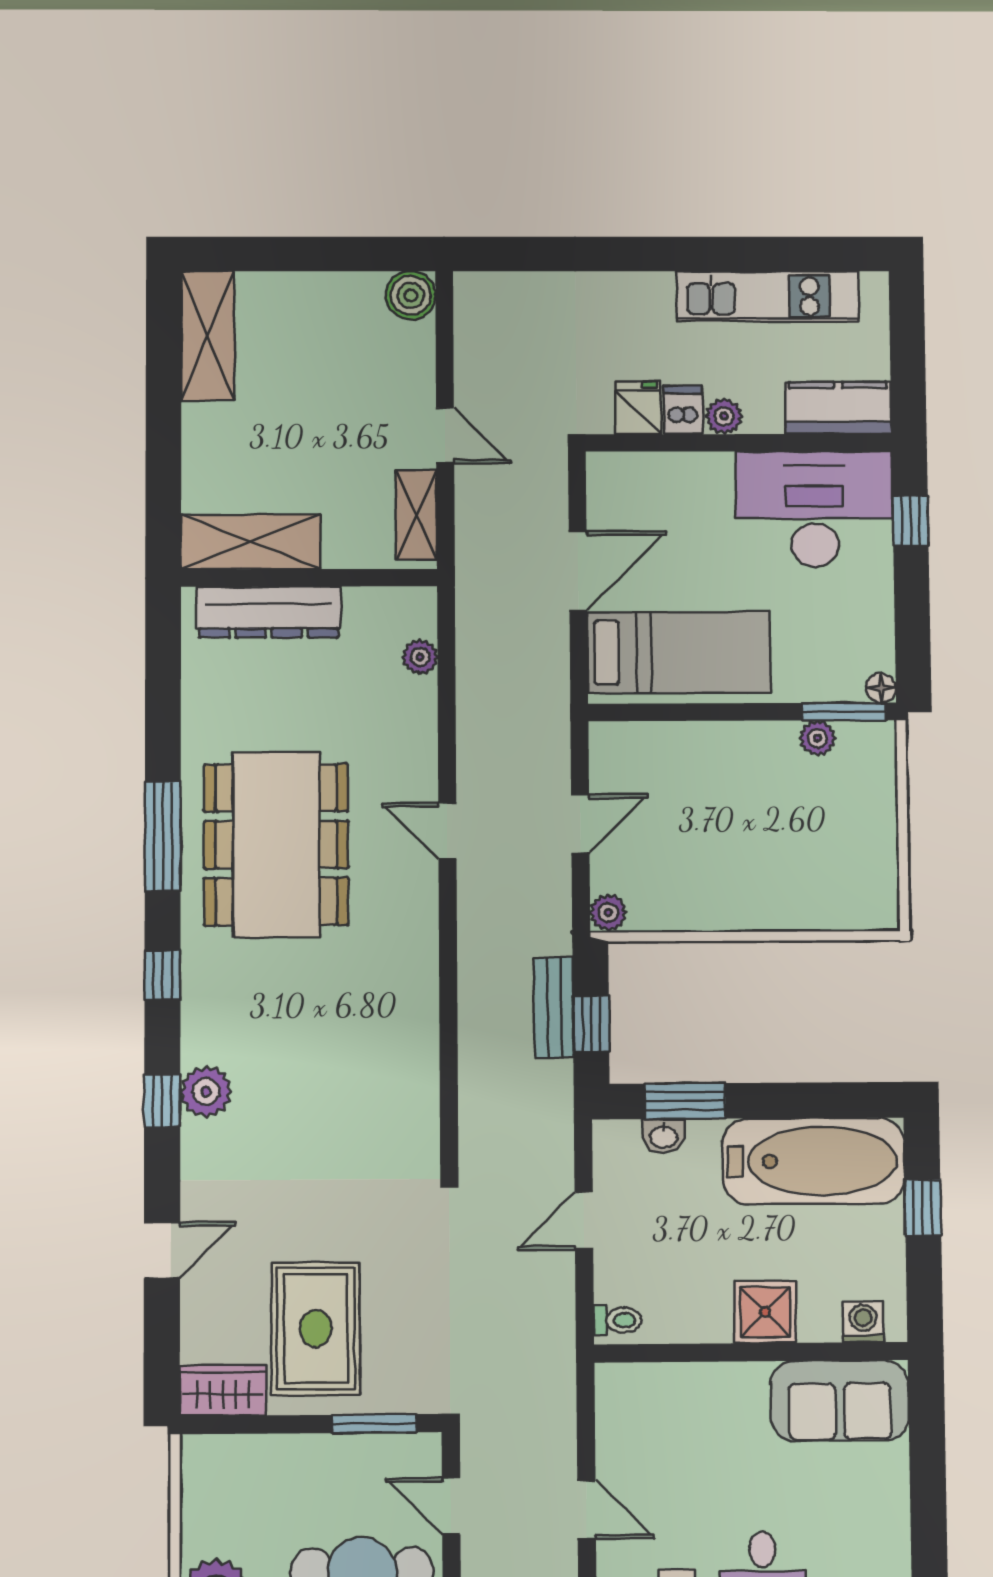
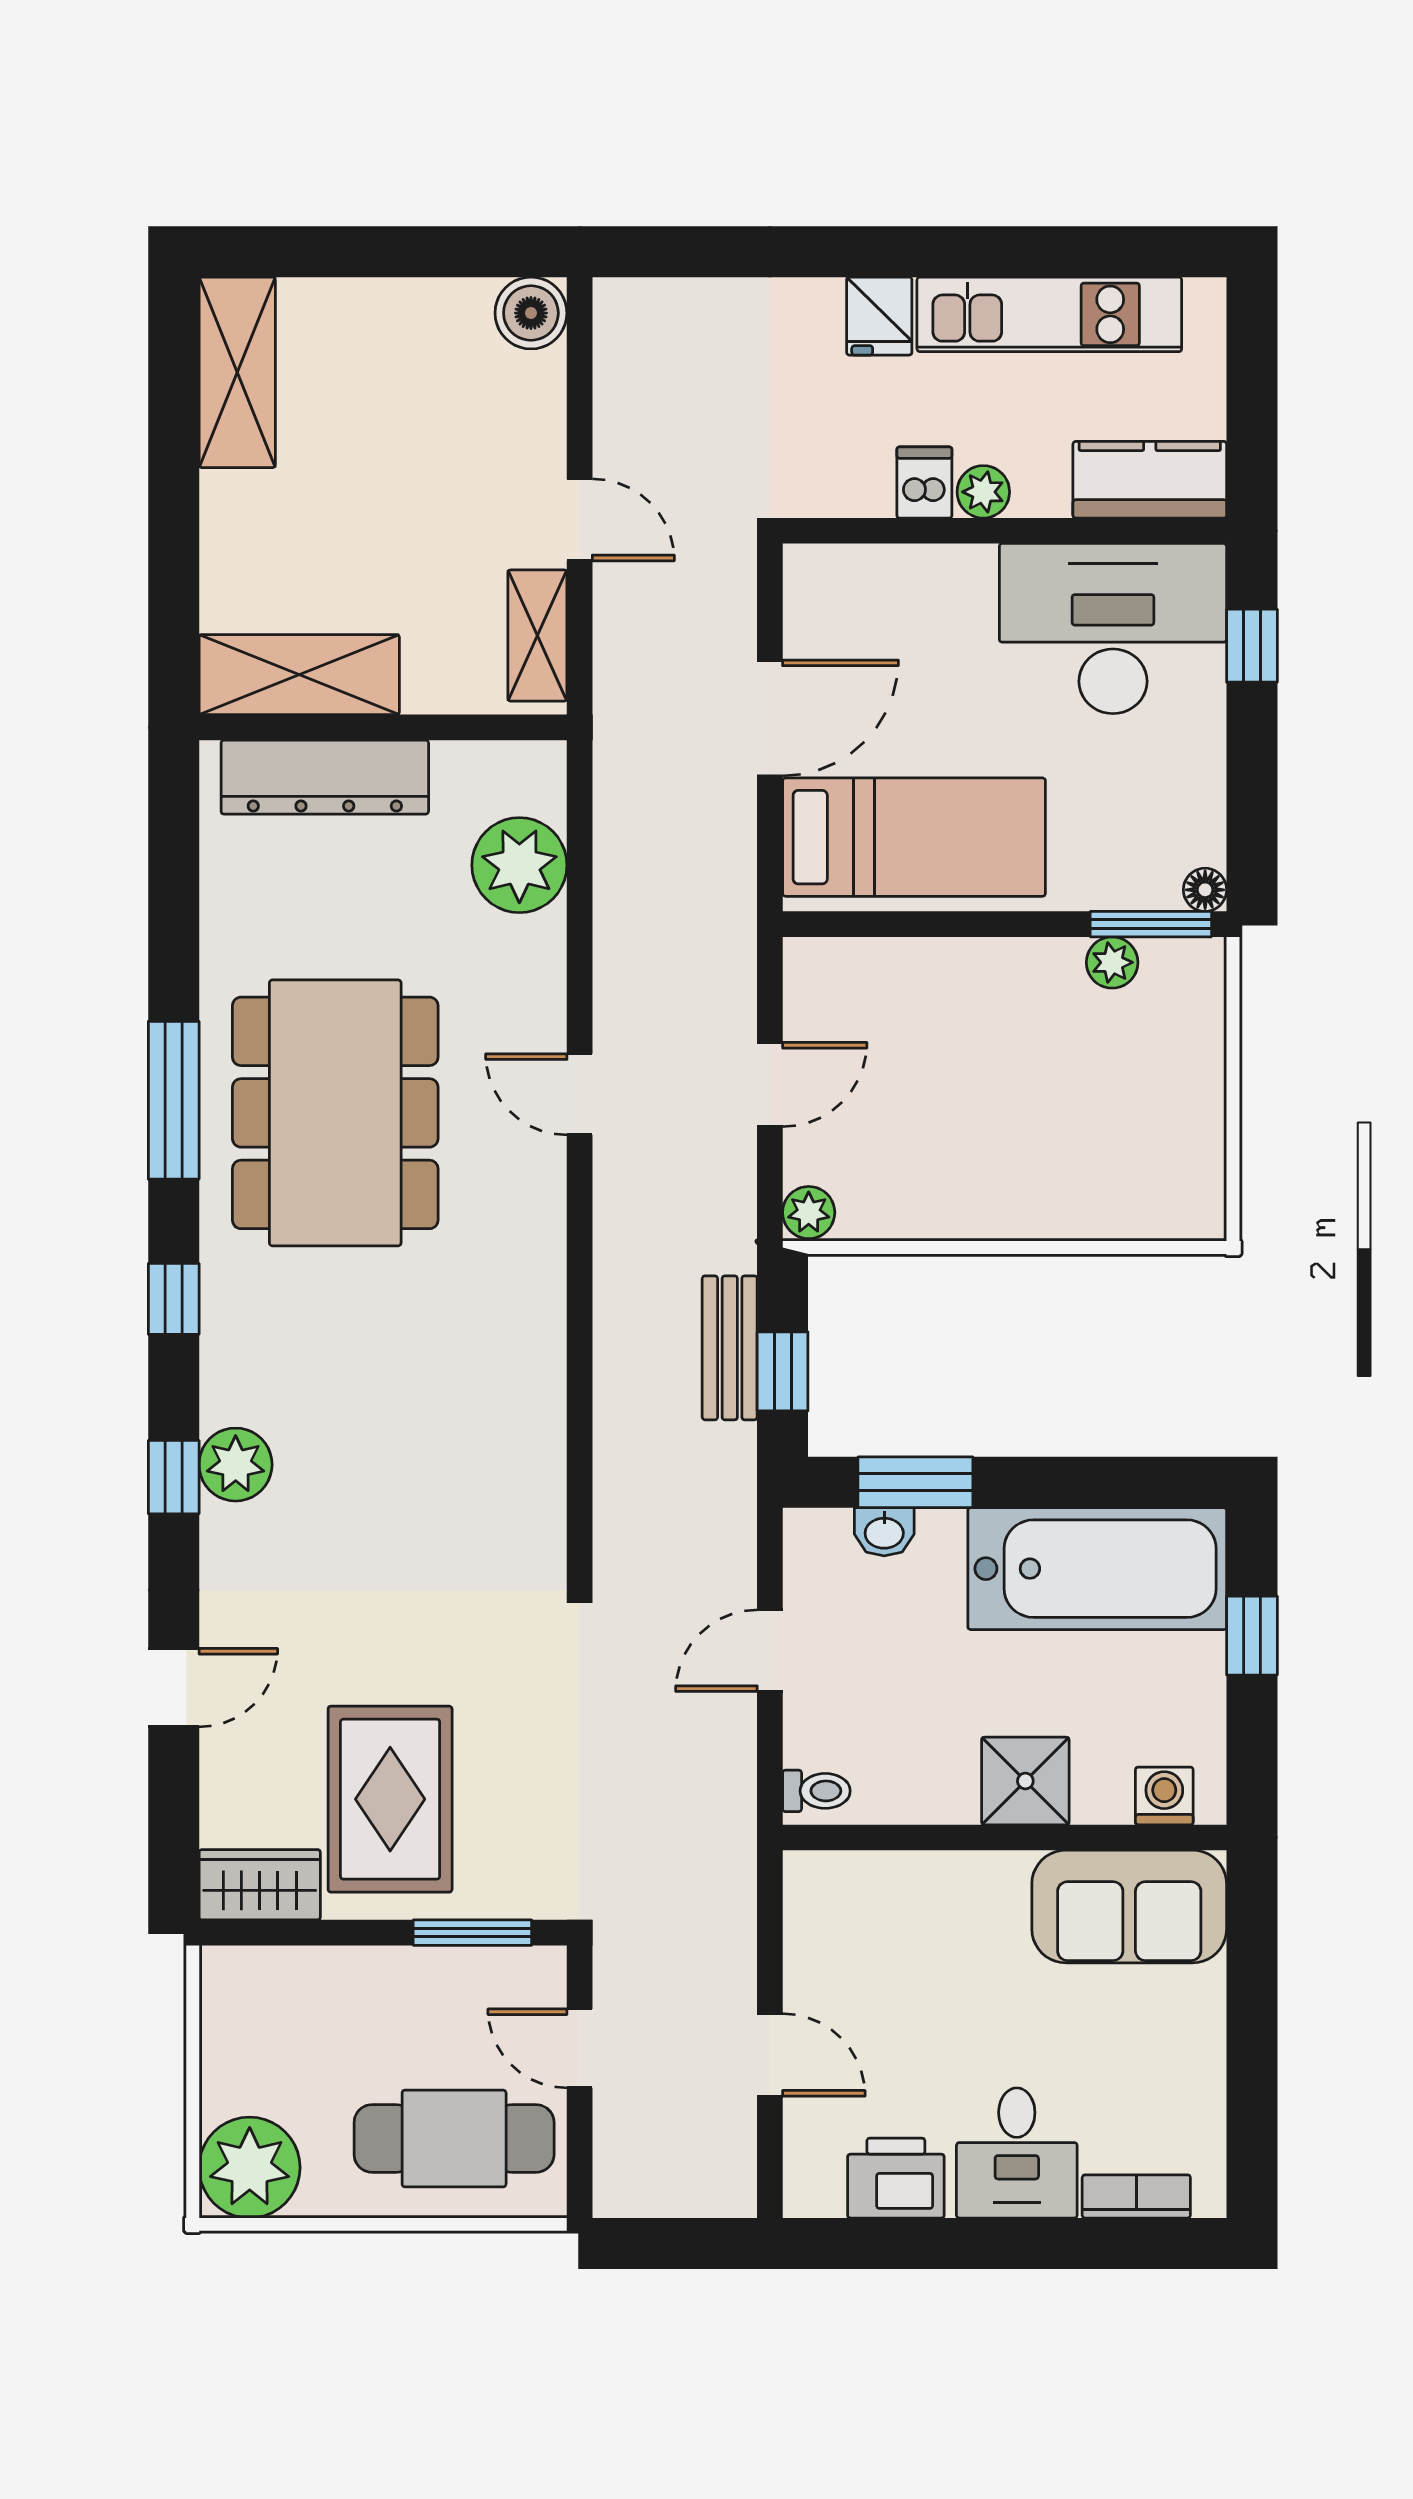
fridge: (638, 408) -> (879, 316), moved, turned 180
plant: (420, 657) -> (519, 865), width x1.88, depth x1.88

